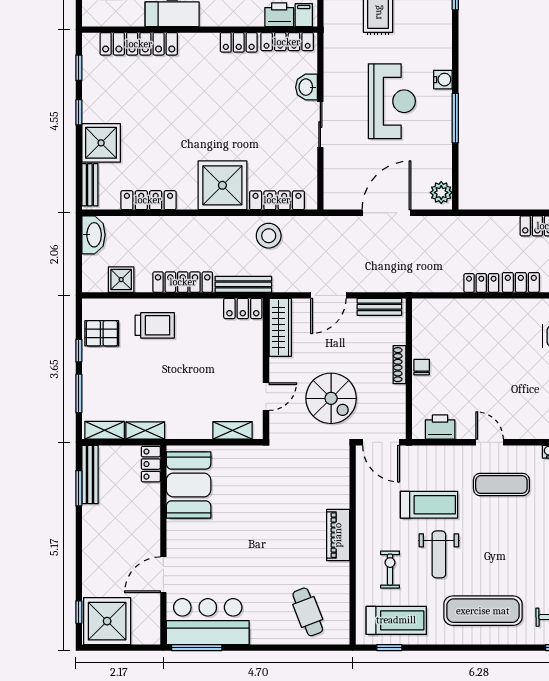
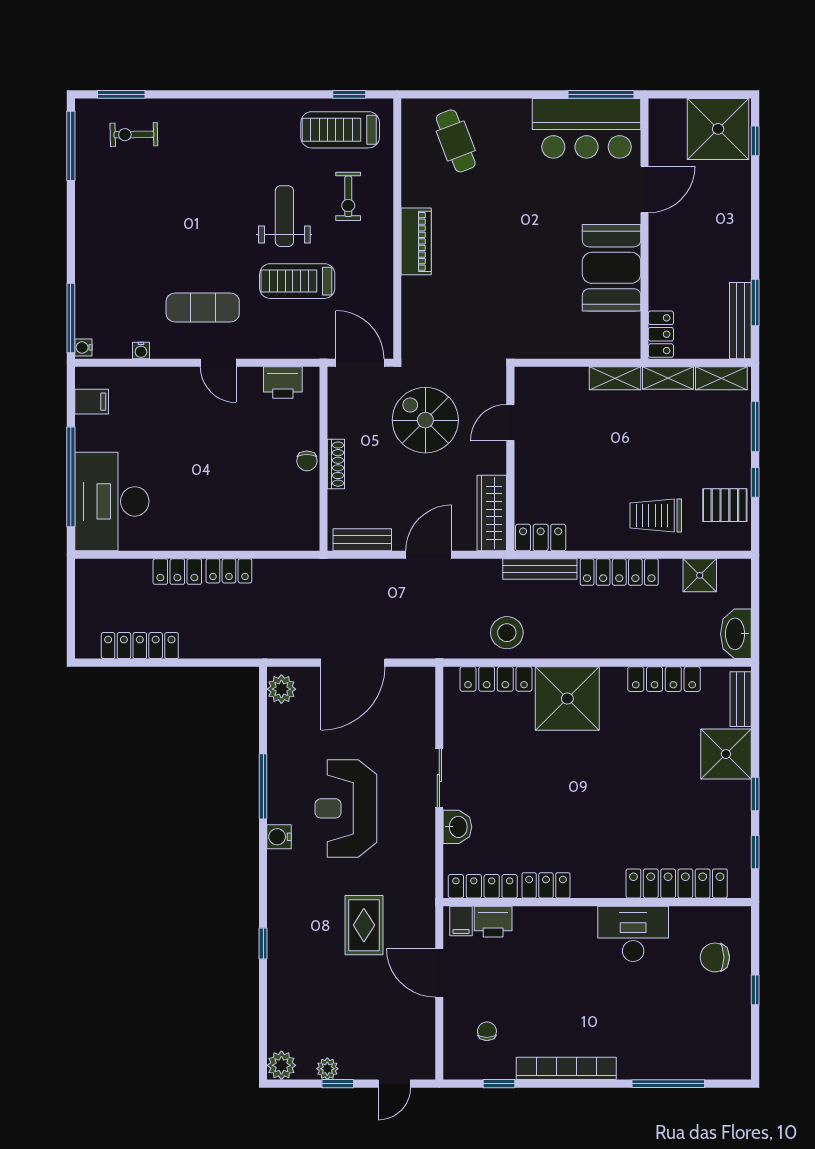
shelving: (233, 430) -> (615, 378), moved
booth: (189, 485) -> (612, 268), moved
exercise mat: (483, 611) -> (227, 143), removed

